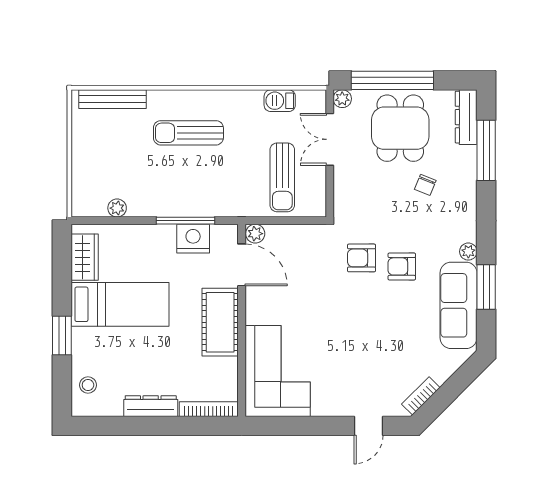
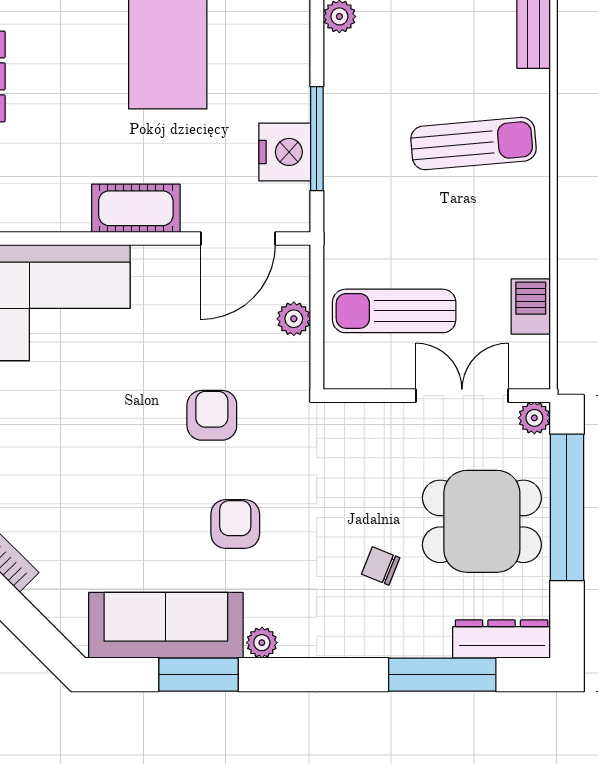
sun lounger: (188, 133) -> (473, 144), turned 85
plant: (255, 234) -> (294, 319), moved
armchair: (362, 258) -> (212, 415), moved
cot: (220, 322) -> (136, 208), width x0.73, depth x0.75

